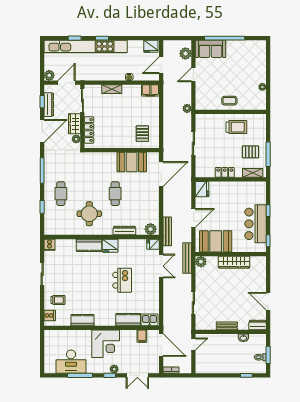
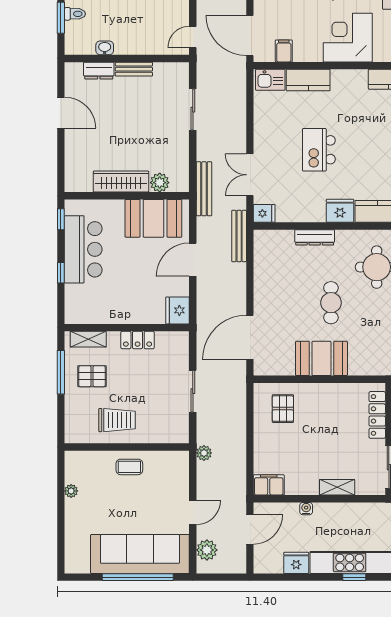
fridge: (151, 46) -> (296, 563), moved
sofa: (211, 49) -> (140, 554), width x1.85, depth x1.27
trolley: (236, 127) -> (117, 420), turned 180
booth: (132, 162) -> (321, 358), moved
plant: (151, 229) -> (269, 240), removed
plant: (201, 262) -> (160, 183), moved
dresser: (258, 325) -> (99, 71), moved

